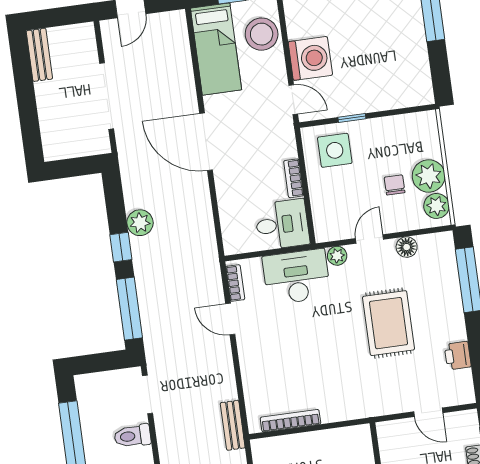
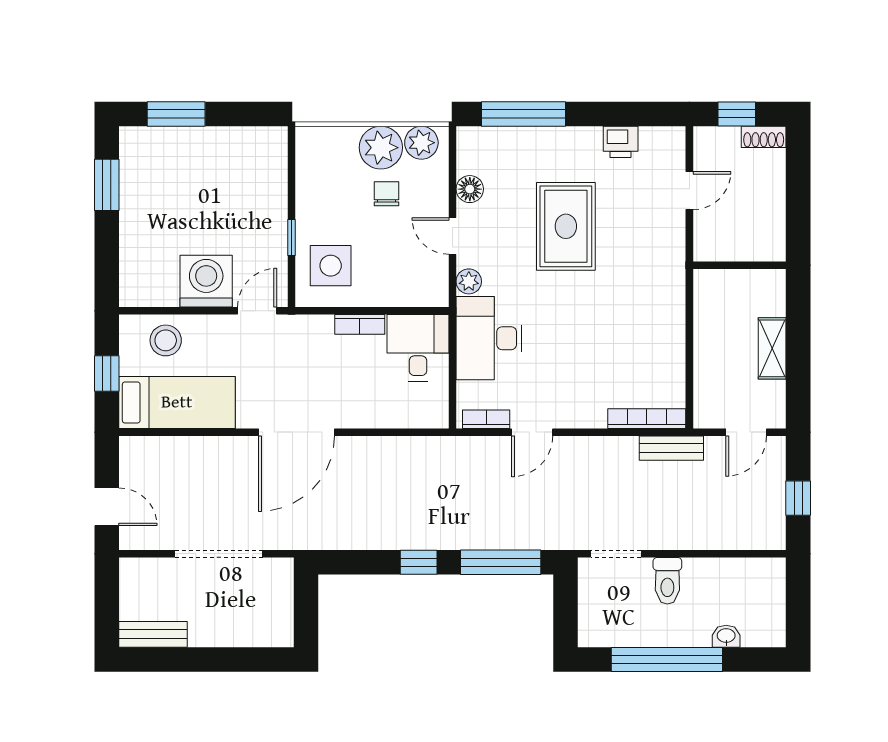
stool: (262, 34) -> (166, 340), width x0.73, depth x0.73
chair: (395, 185) -> (386, 194), turned 90
plant: (140, 223) -> (390, 533), removed
rug: (389, 323) -> (566, 226), turned 90
bookcase: (290, 421) -> (647, 419), moved, turned 90

